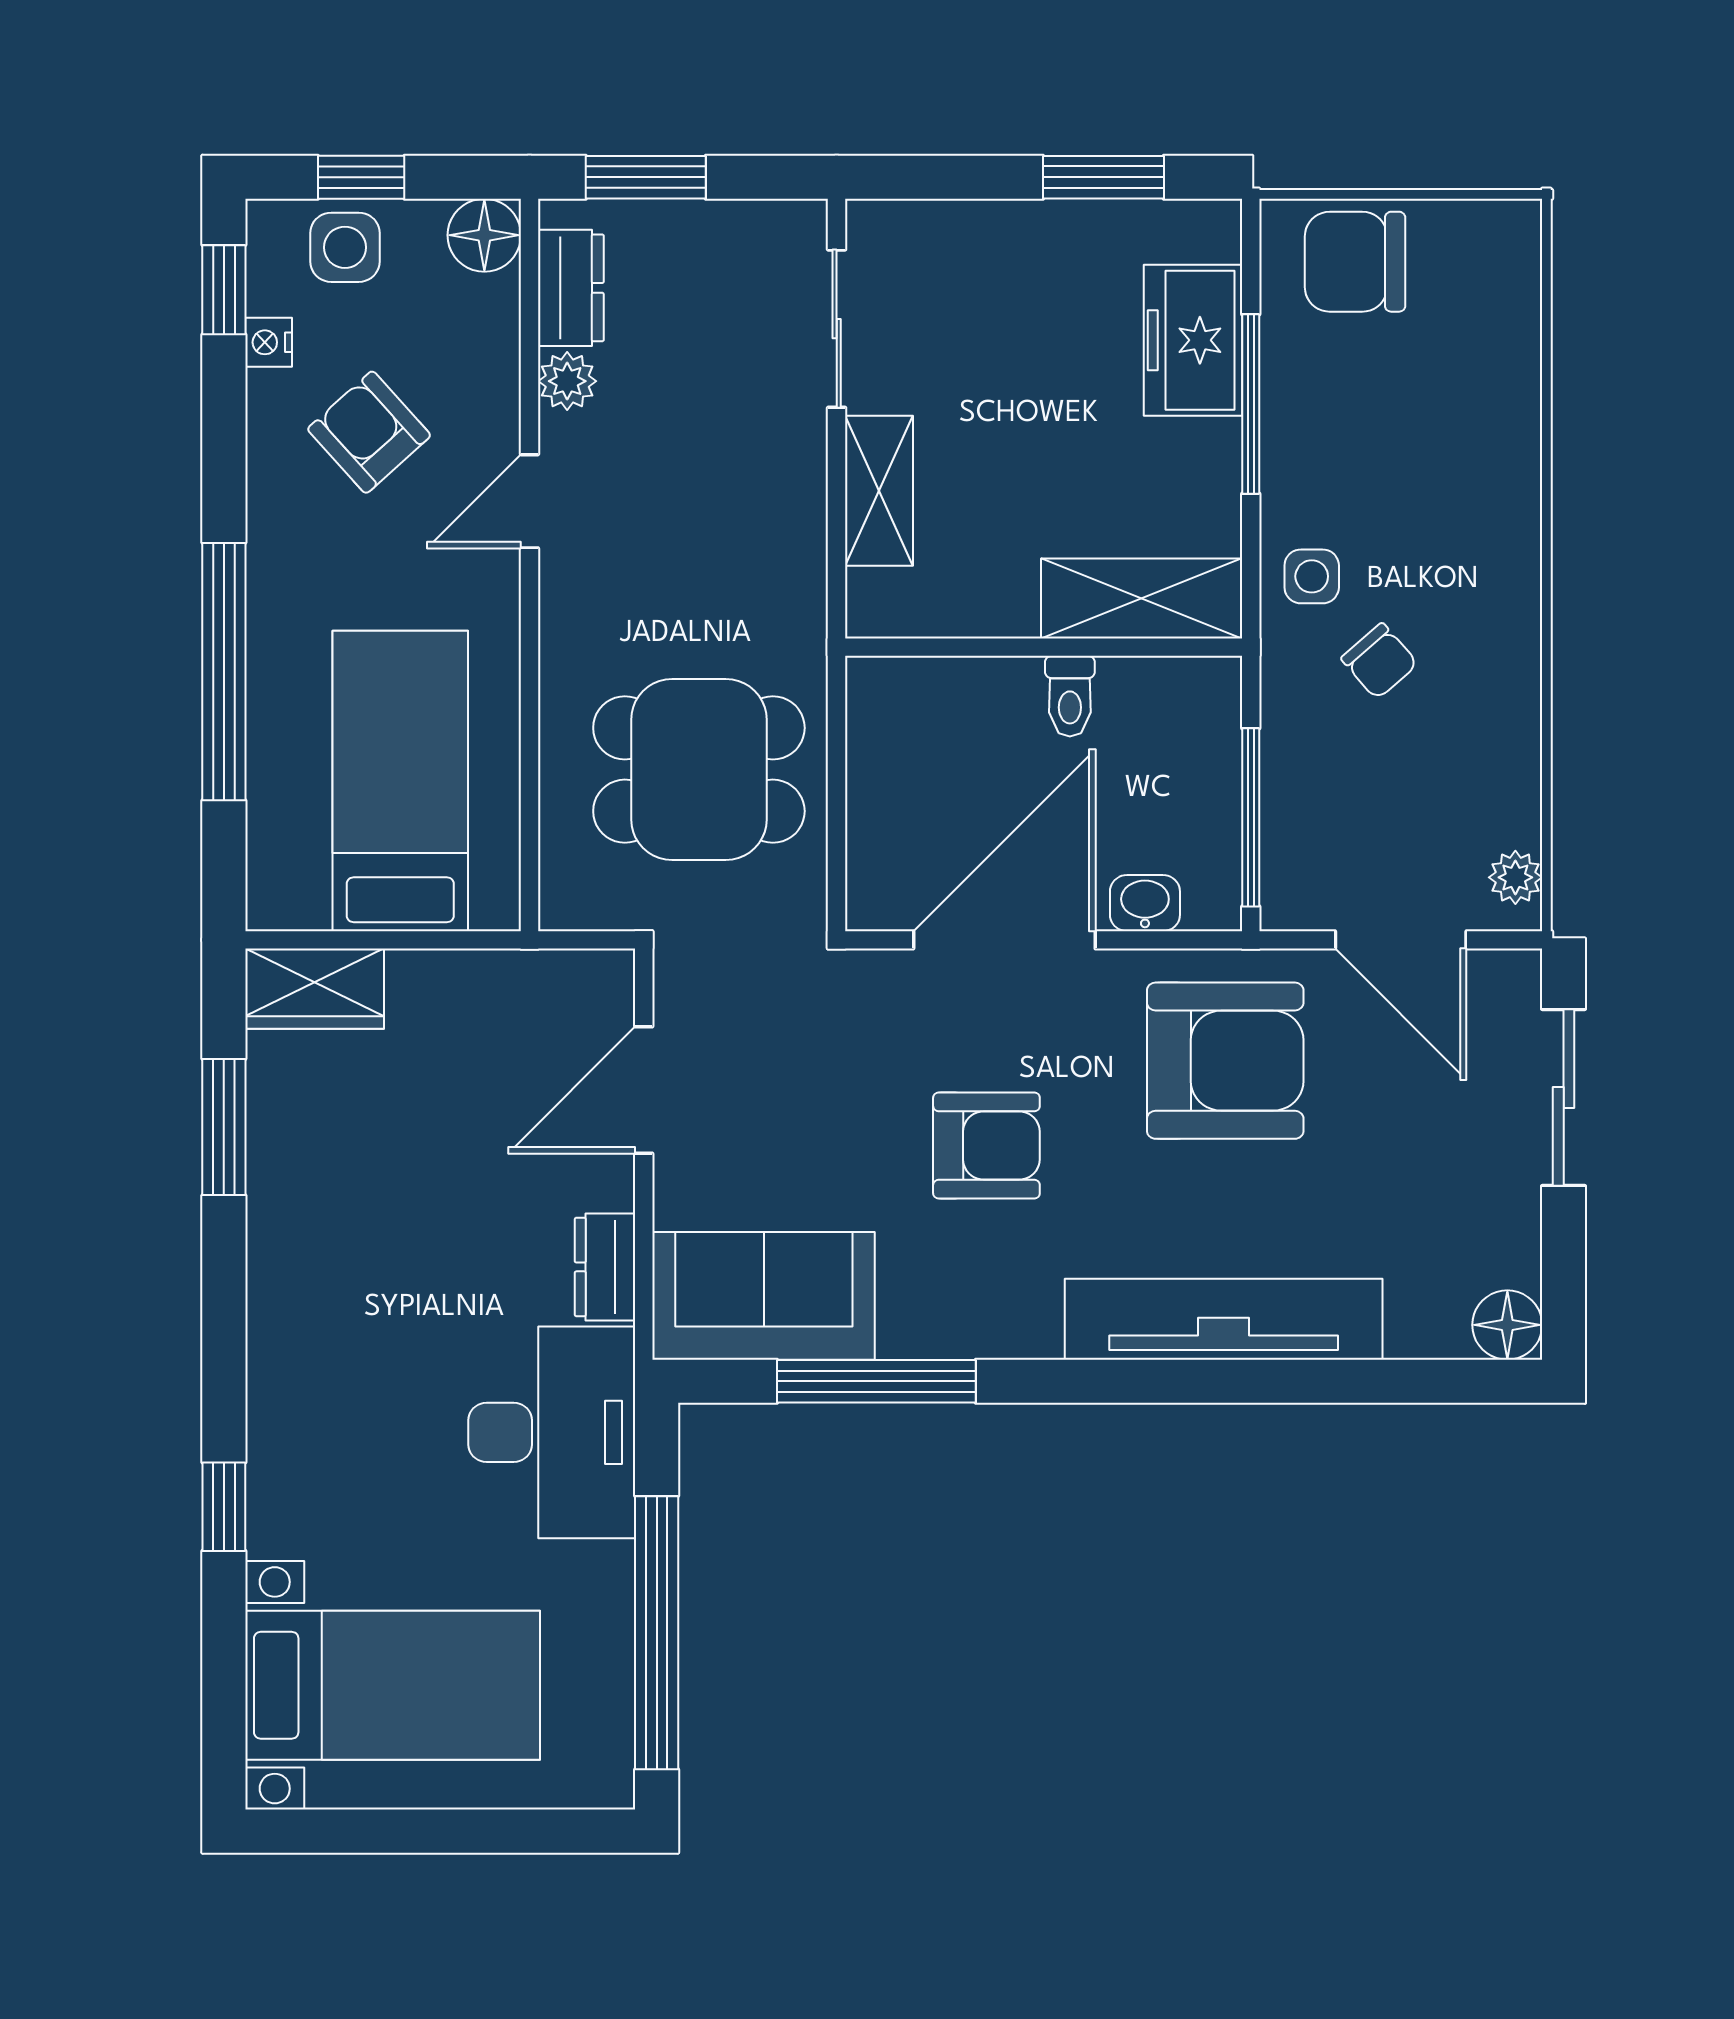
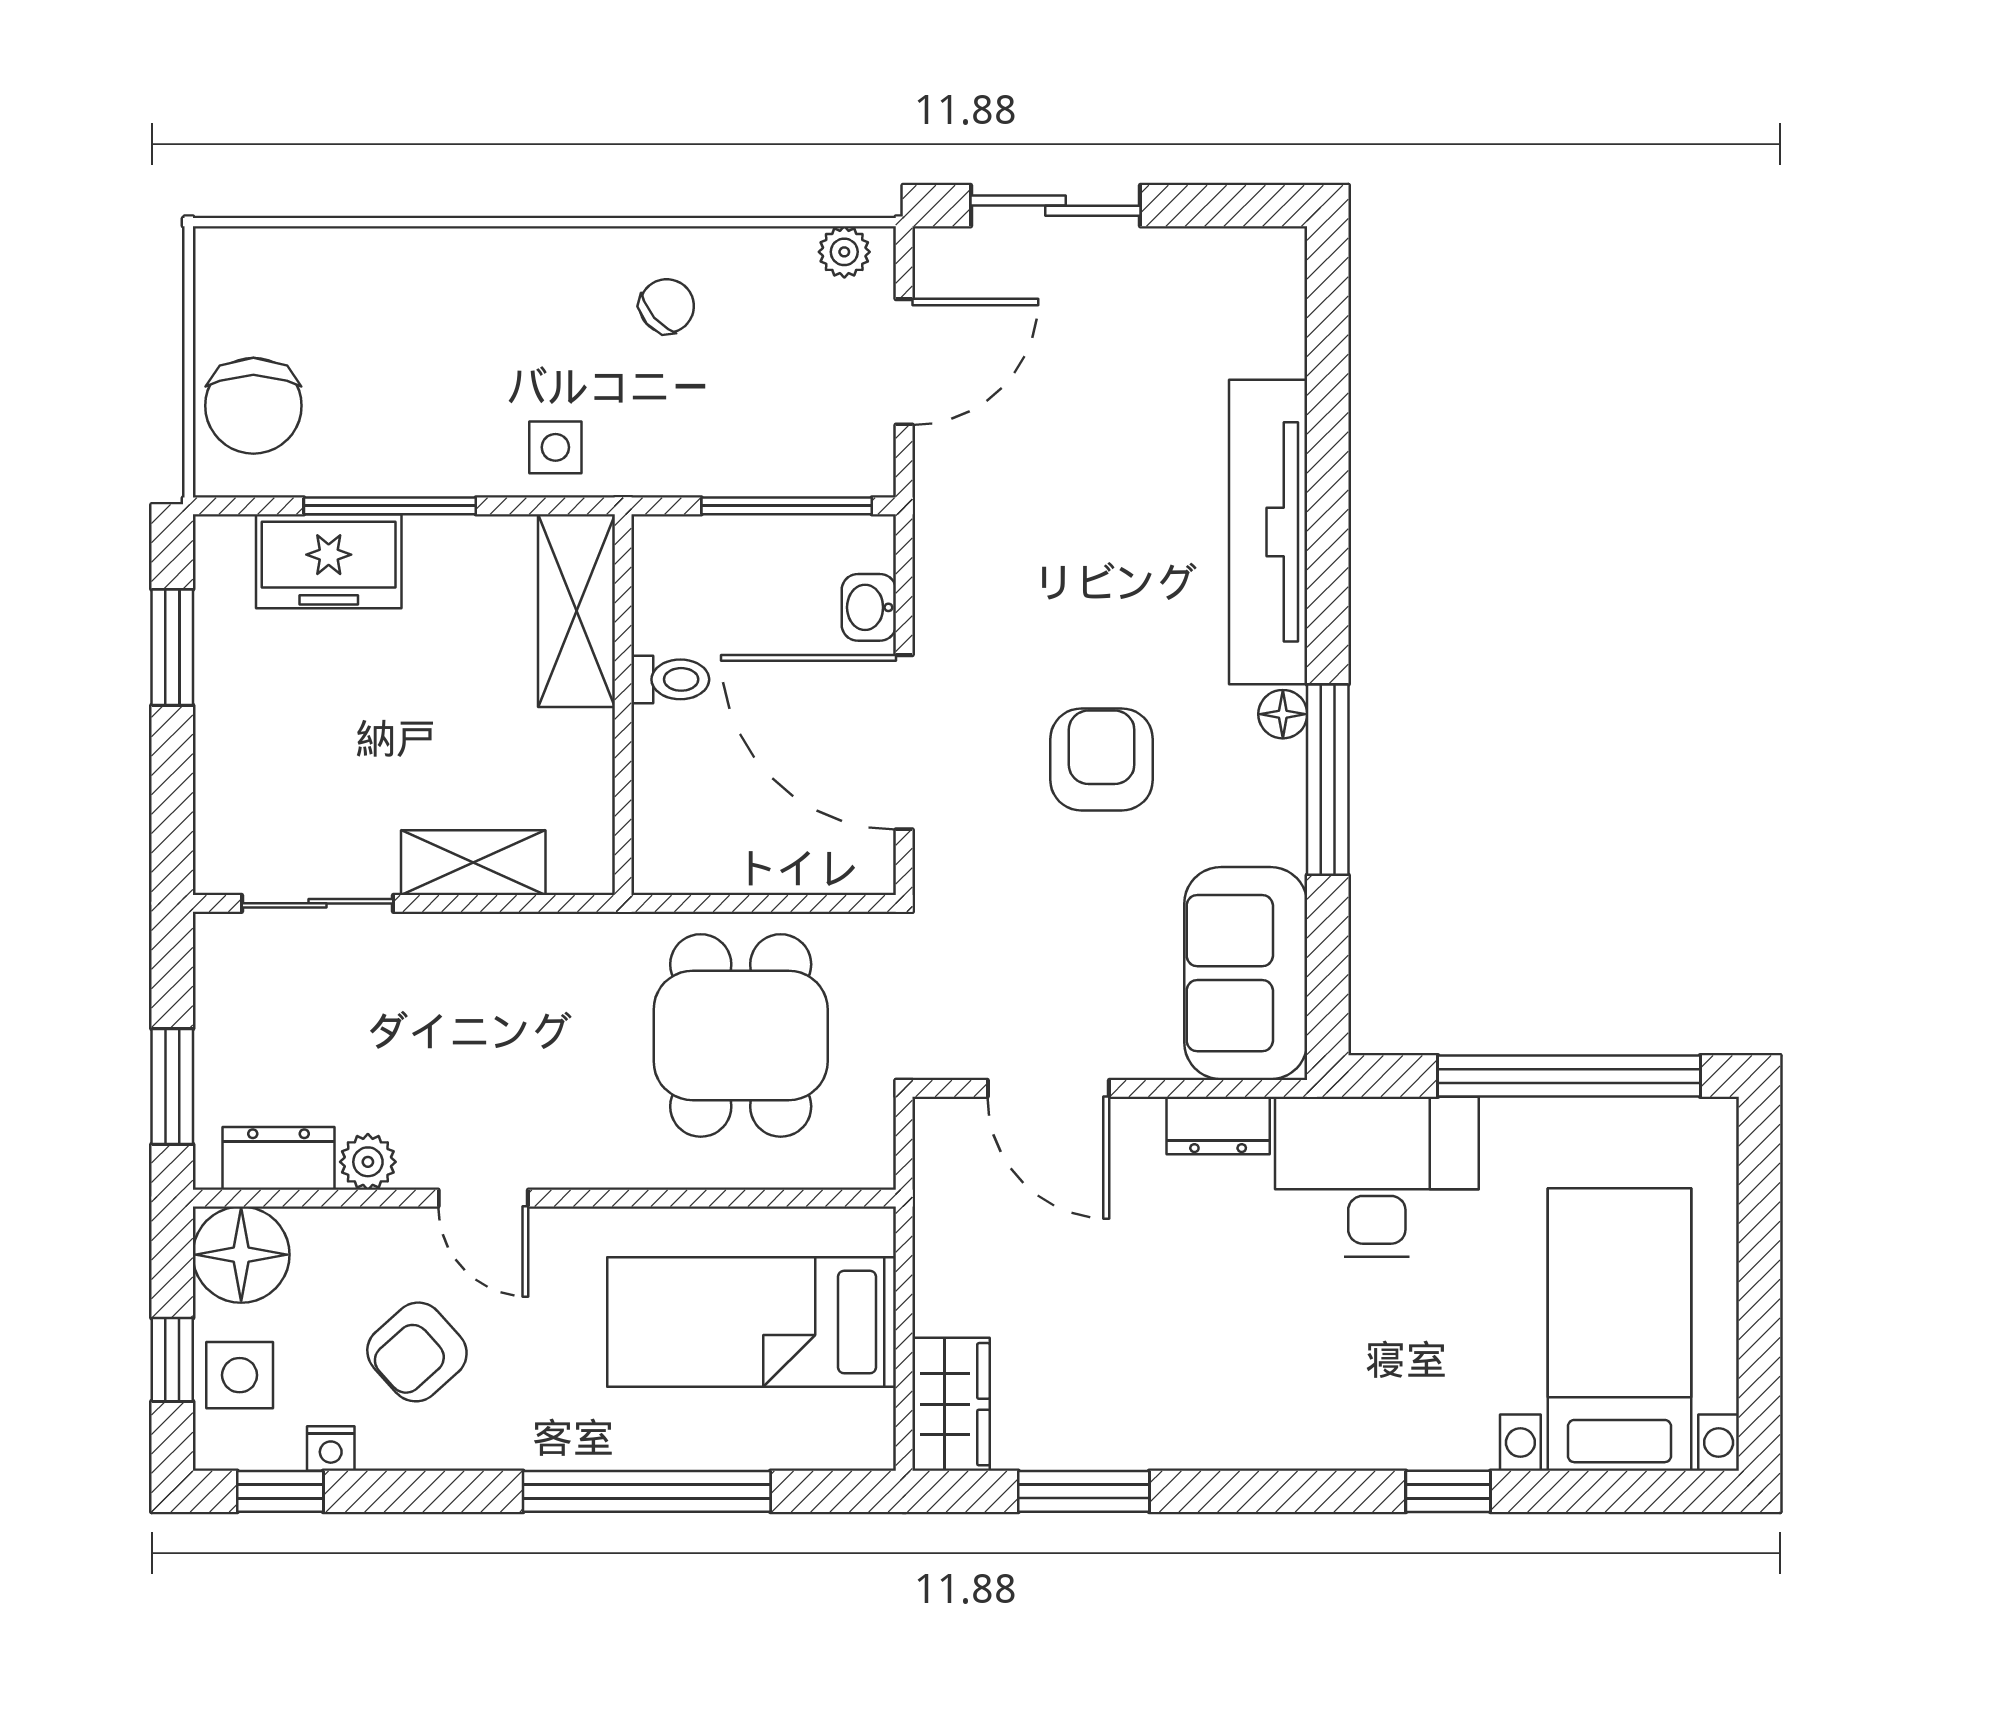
floor lamp: (484, 235) -> (241, 1255), width x1.38, depth x1.38
chair: (1379, 661) -> (667, 306), moved
armchair: (1225, 1061) -> (1020, 530), removed
floor lamp: (1507, 1325) -> (1283, 714), moved, width x0.73, depth x0.73
window: (876, 1381) -> (1328, 780), moved

